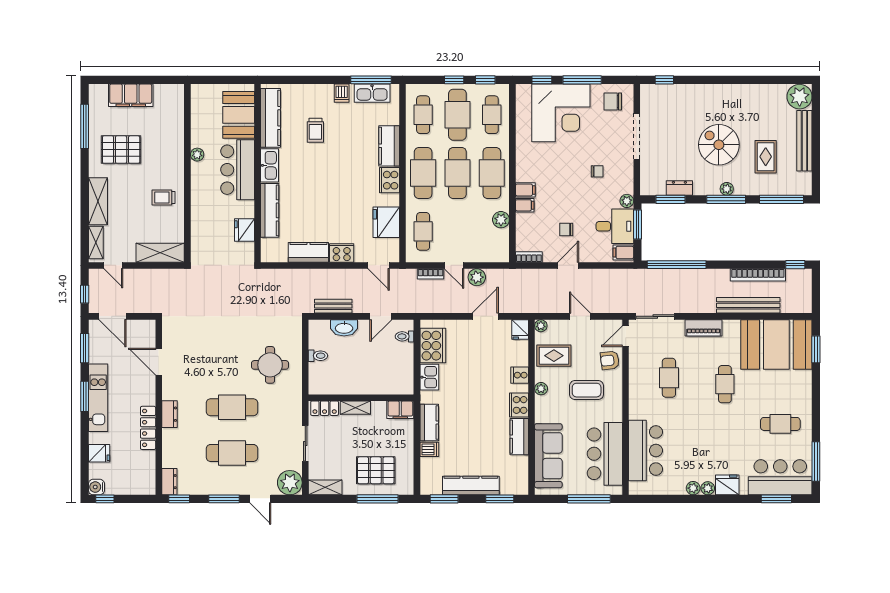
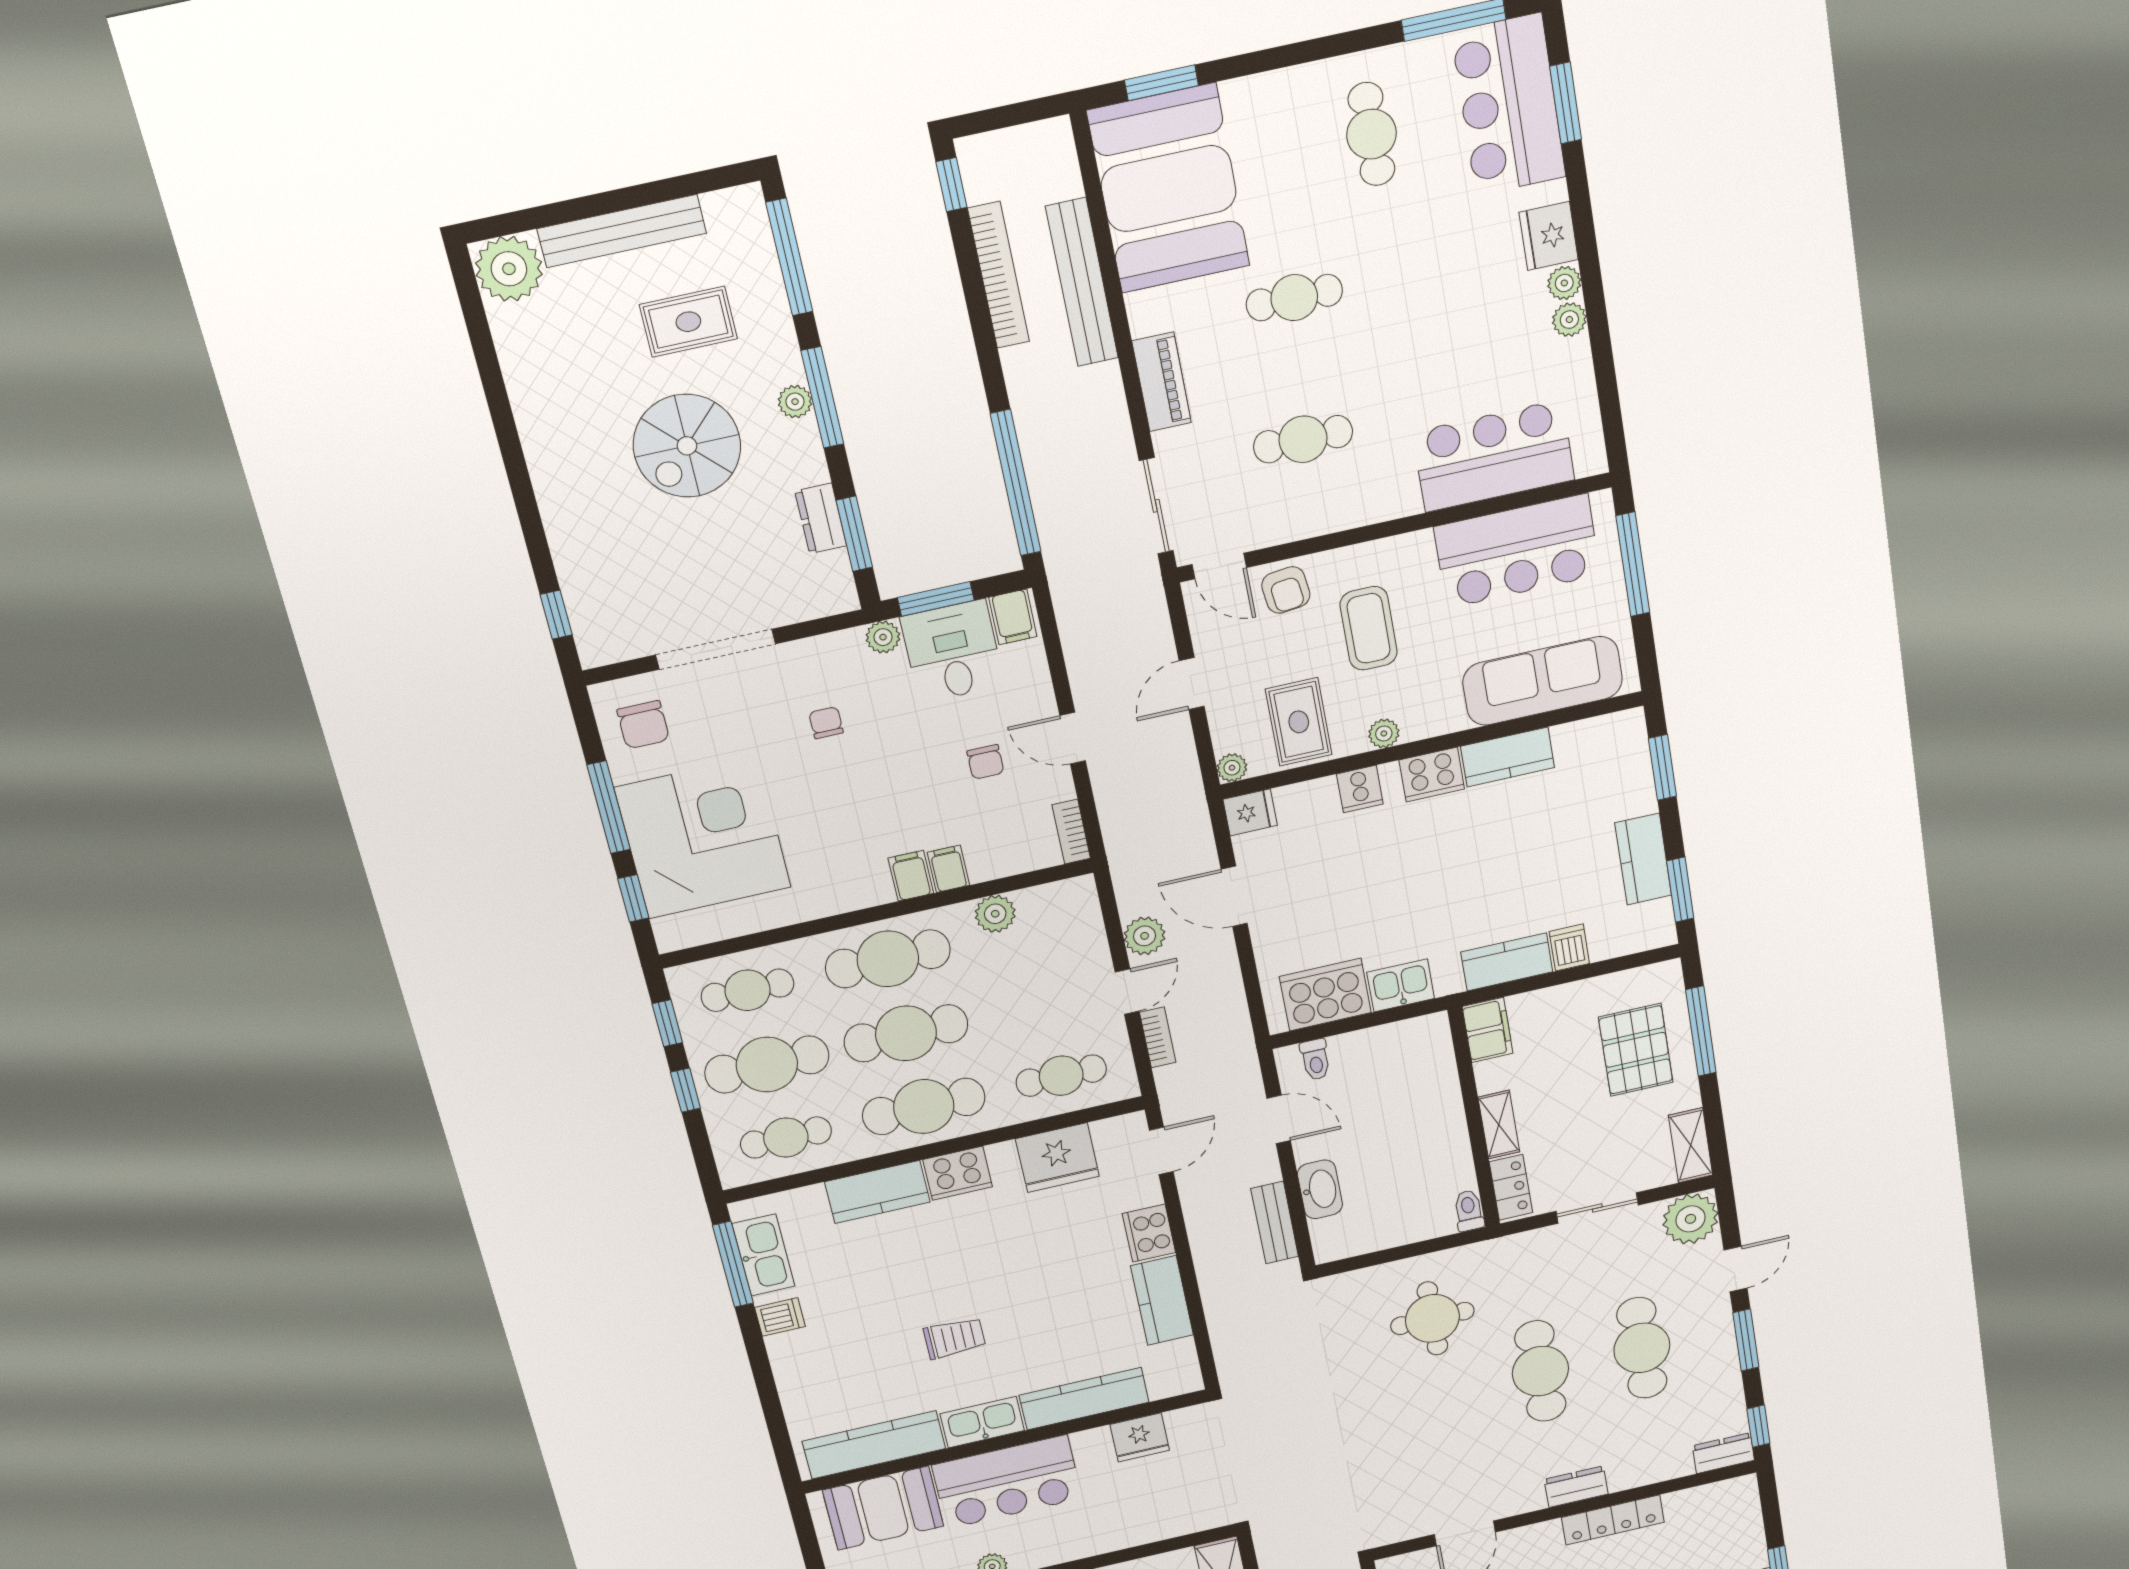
trolley: (315, 130) -> (955, 1338), moved
toilet: (318, 356) -> (1469, 1211), moved
kitchen counter: (471, 485) -> (1643, 859), width x0.67

